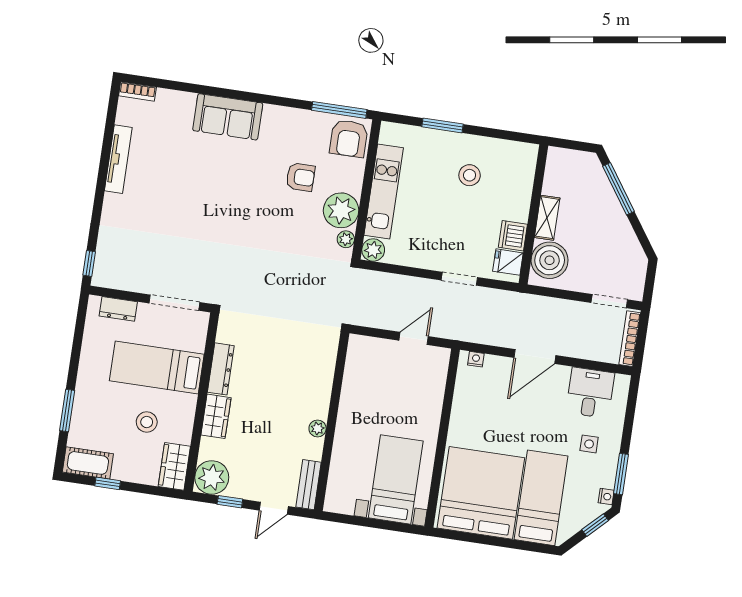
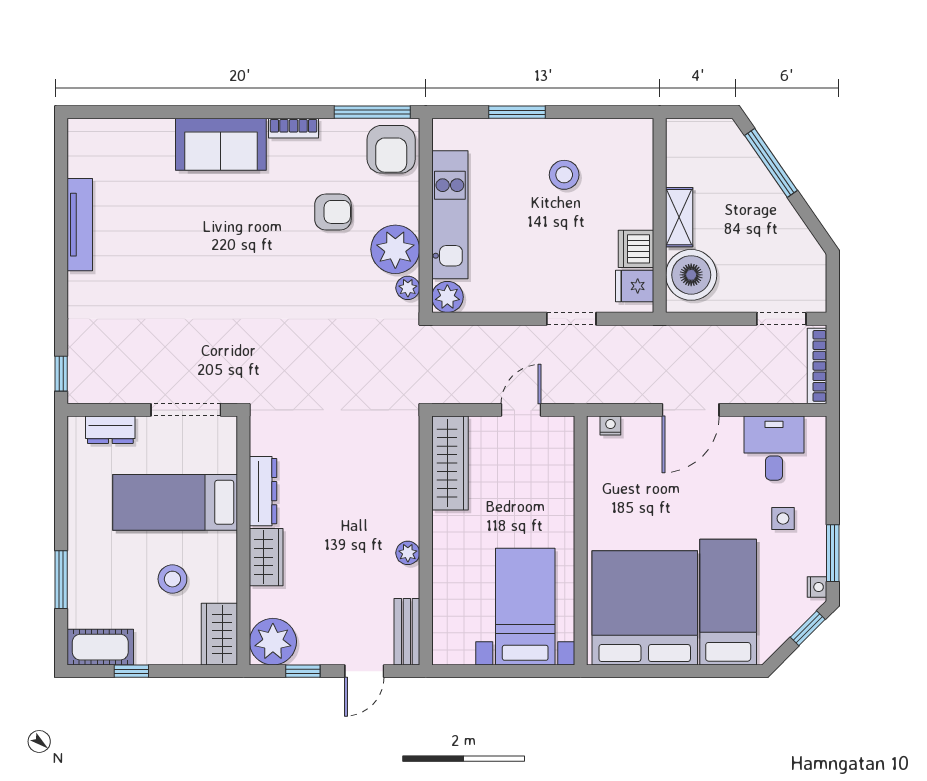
bookcase: (137, 92) -> (294, 128), moved
wardrobe: (357, 369) -> (450, 463), added

